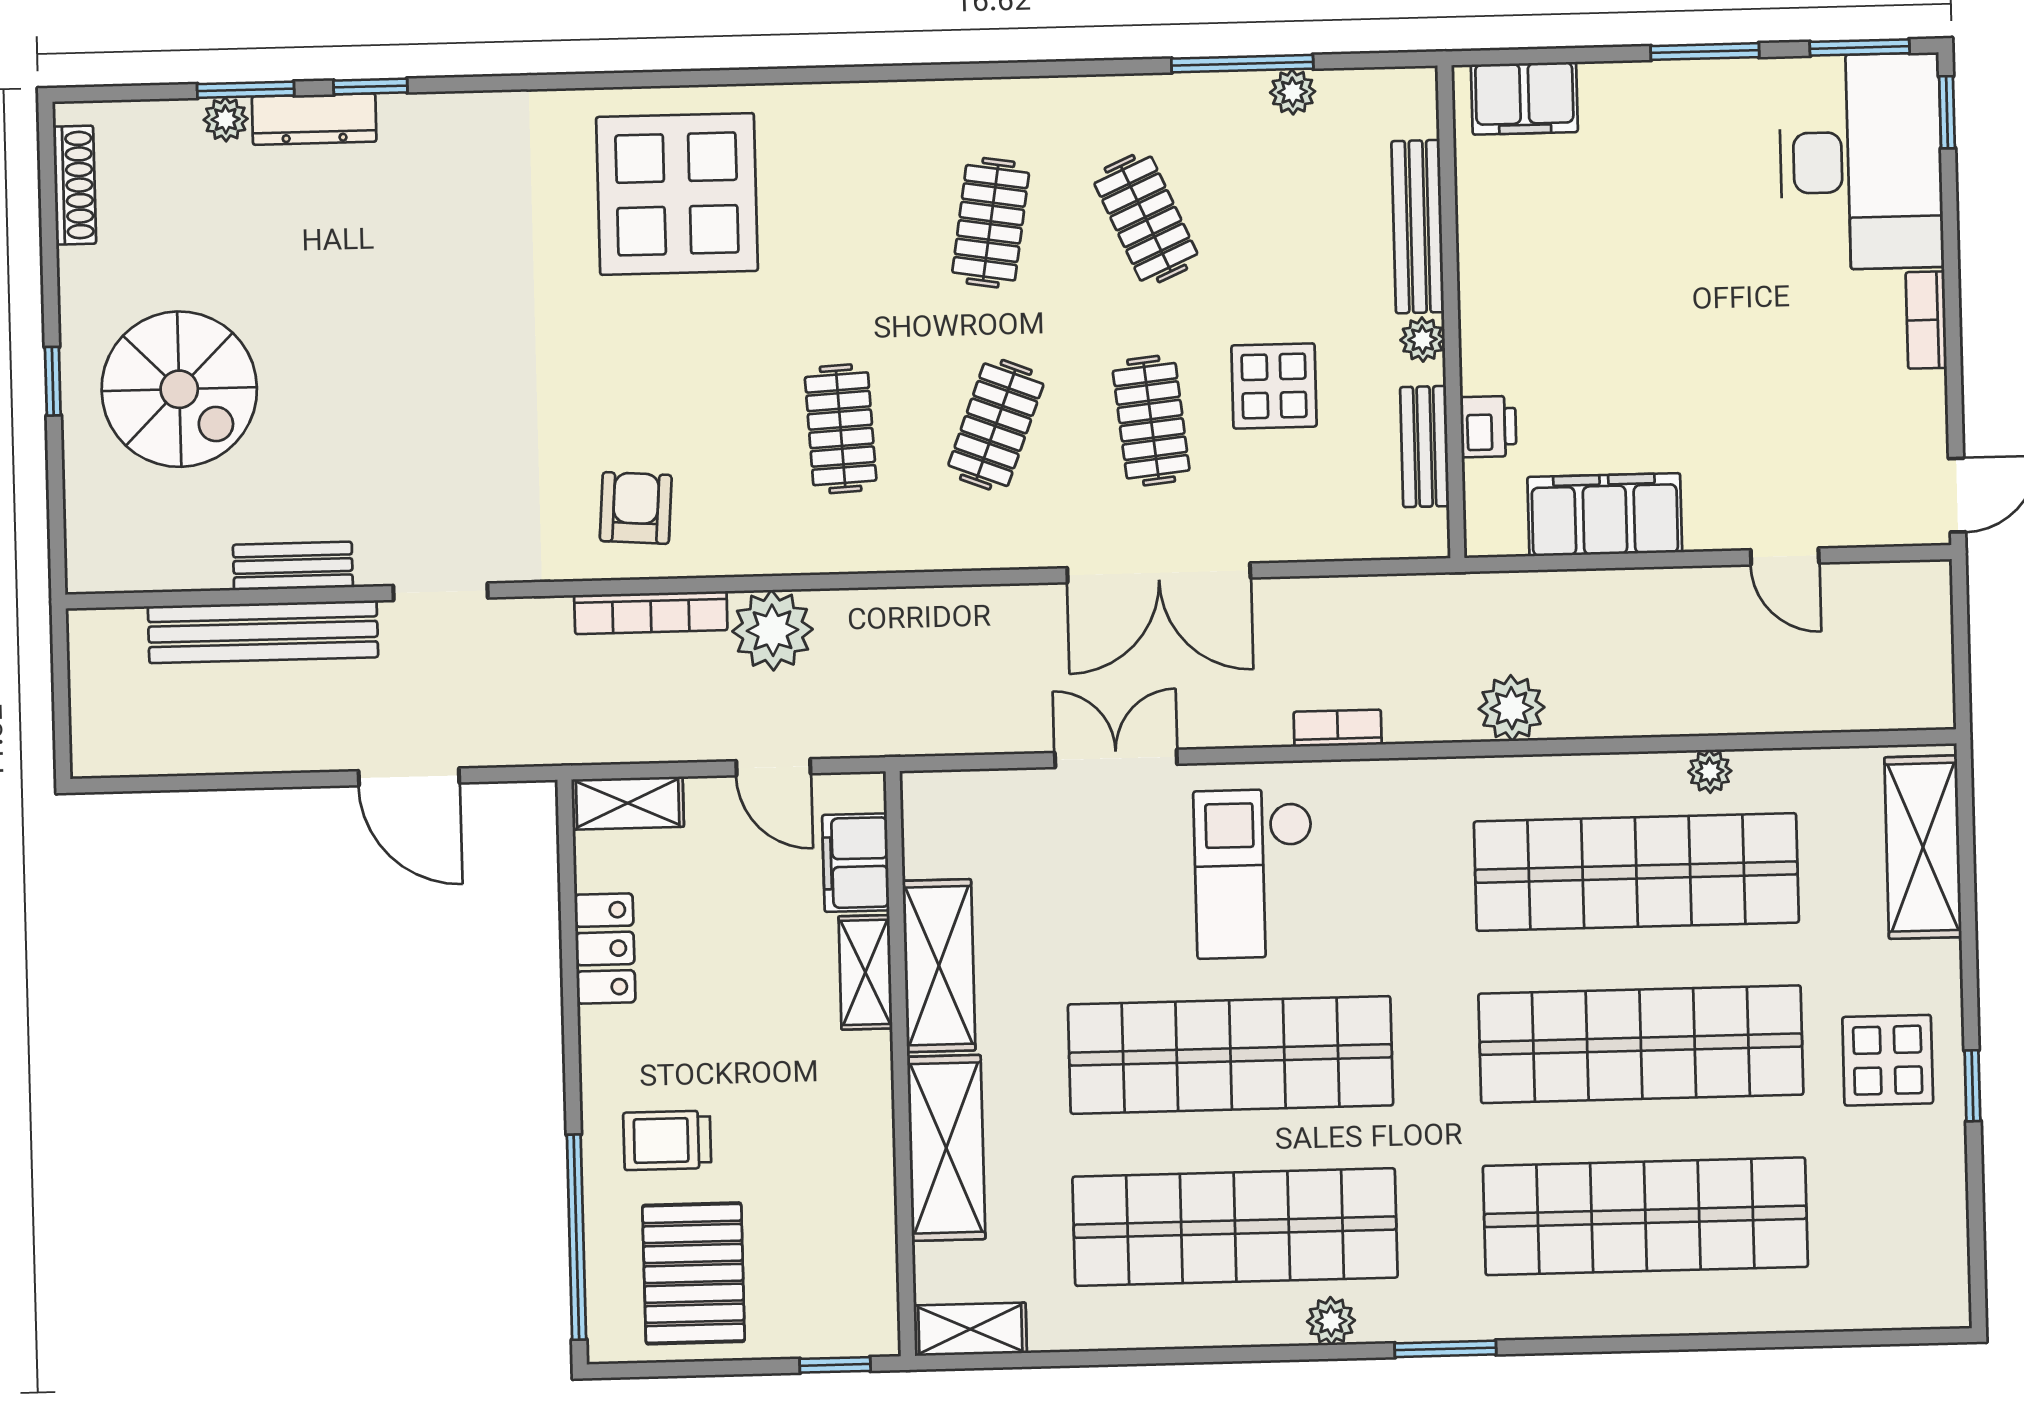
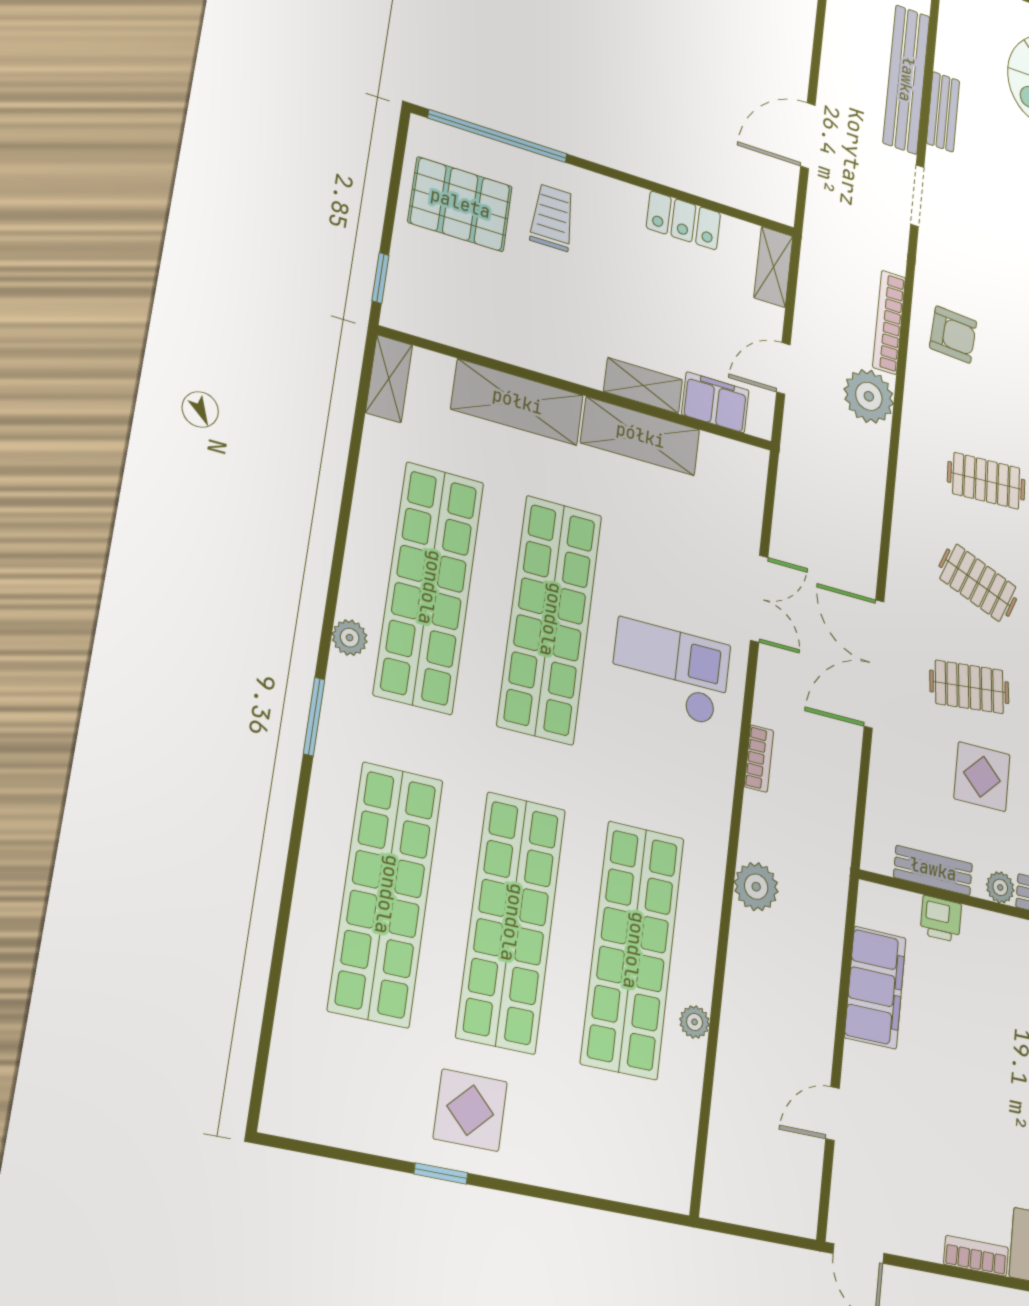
shelving: (1923, 847) -> (620, 1173), removed

